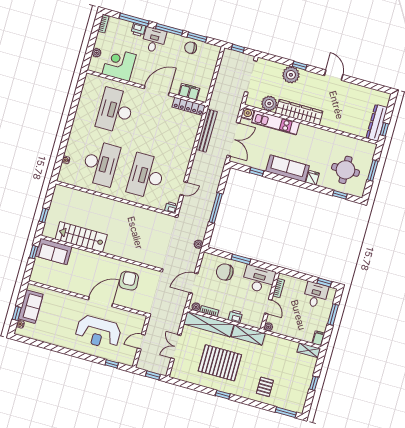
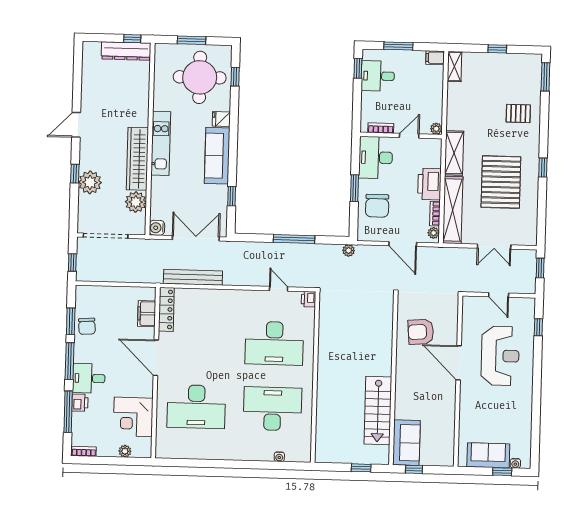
kitchen unit: (276, 123) -> (161, 143), moved
round table: (345, 170) -> (200, 77), width x1.36, depth x1.36
printer: (235, 316) -> (429, 184), width x1.87, depth x1.48

